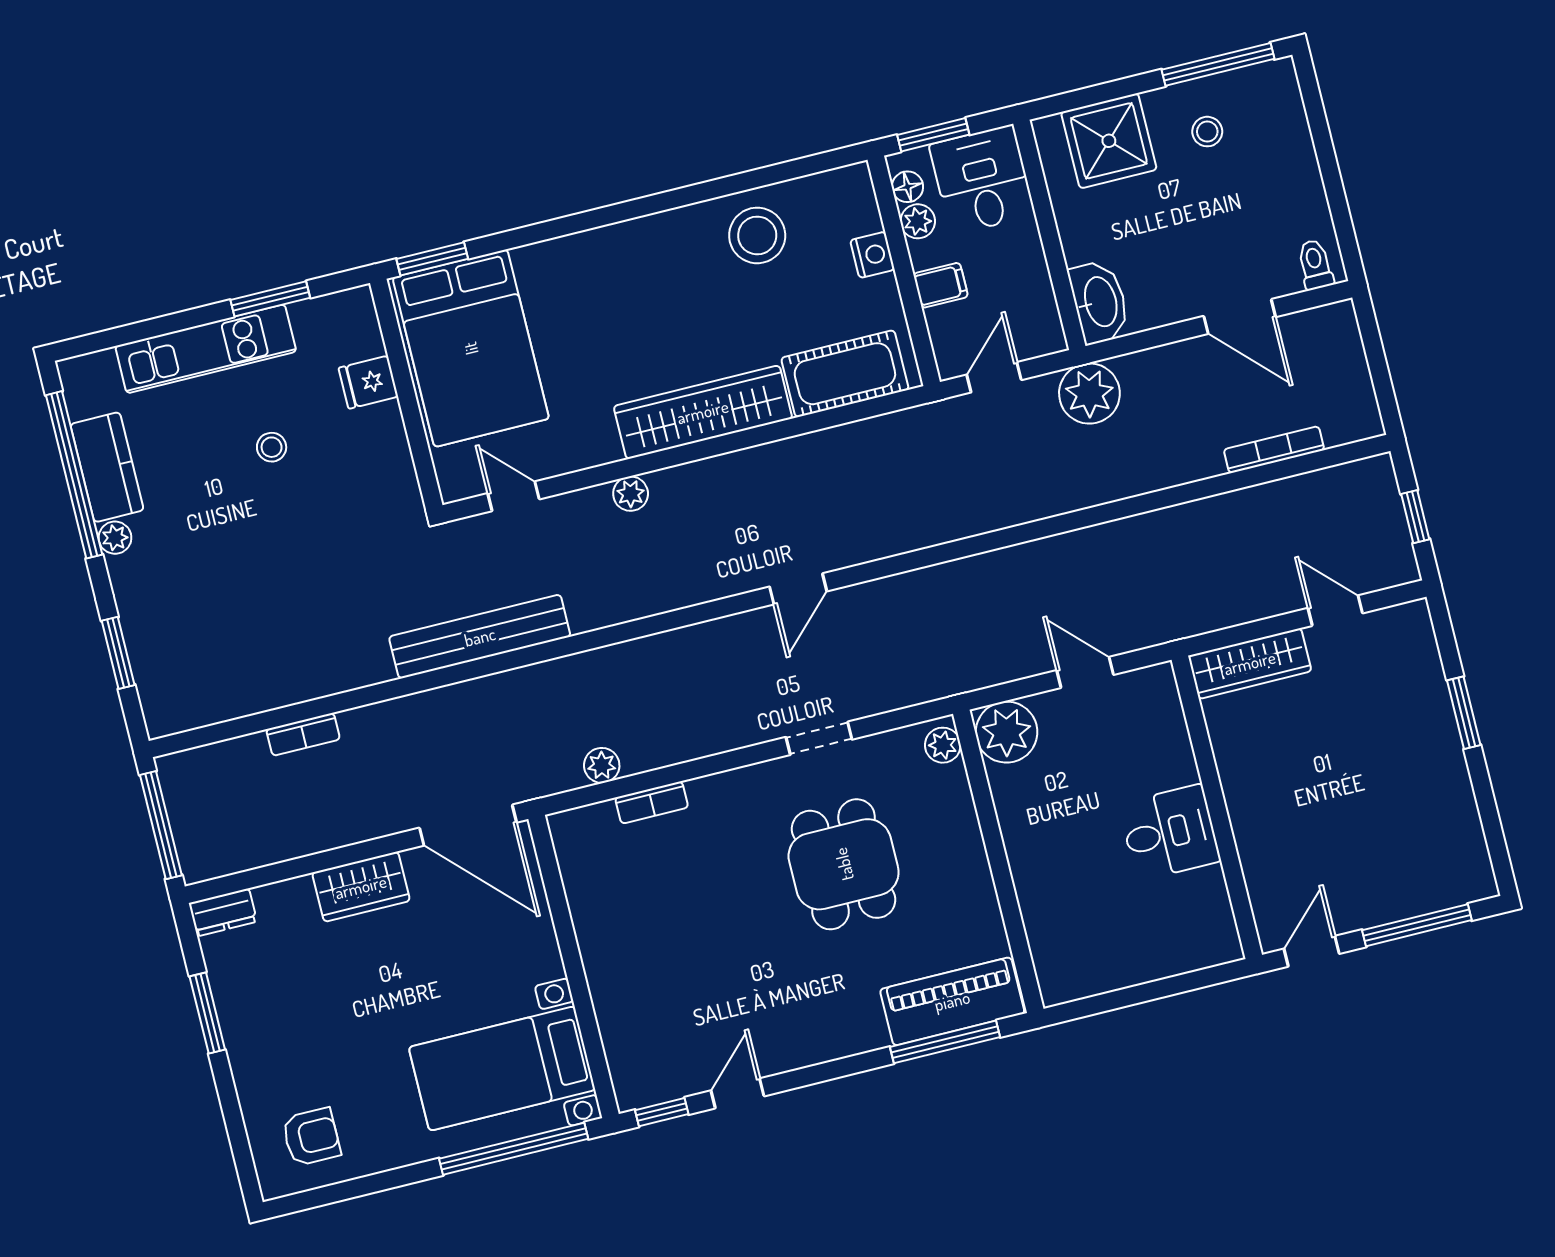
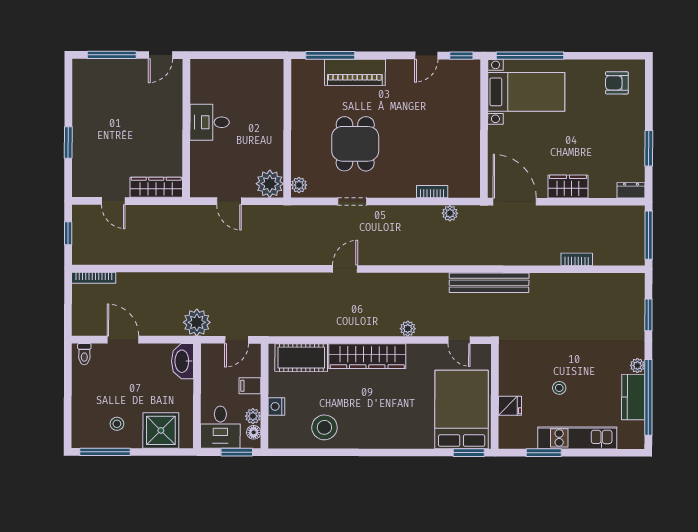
bookcase: (1274, 450) -> (94, 278), moved
piano: (952, 1001) -> (355, 72), moved

